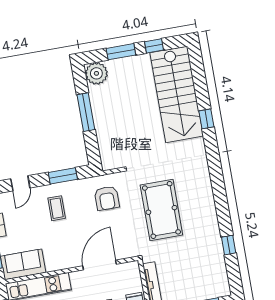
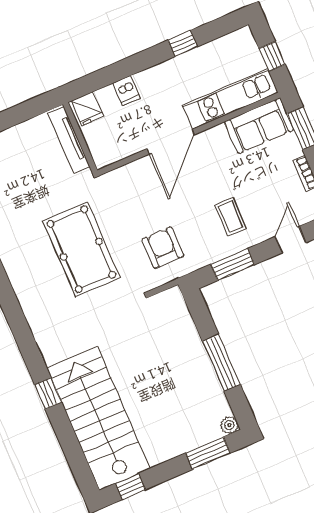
window: (154, 46) -> (130, 486), moved
window: (121, 52) -> (208, 453), moved
plant: (96, 73) -> (229, 425), width x0.53, depth x0.53
door: (100, 265) -> (171, 142), moved

